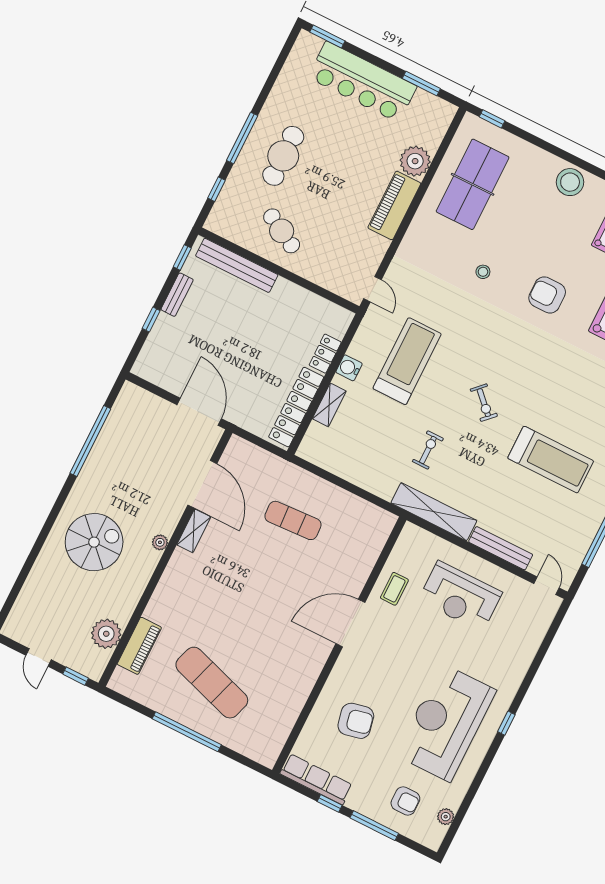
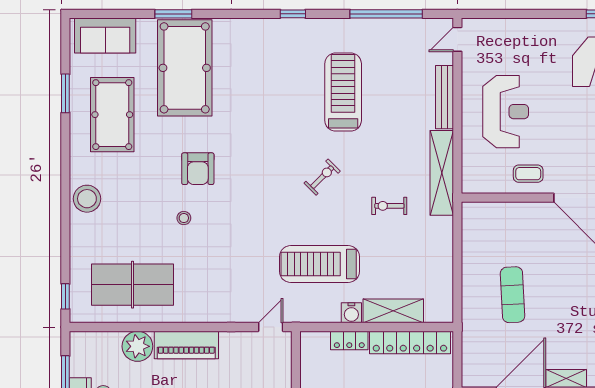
stool: (483, 272) -> (184, 218), moved
shelving: (329, 405) -> (393, 311), width x1.50, depth x1.33

